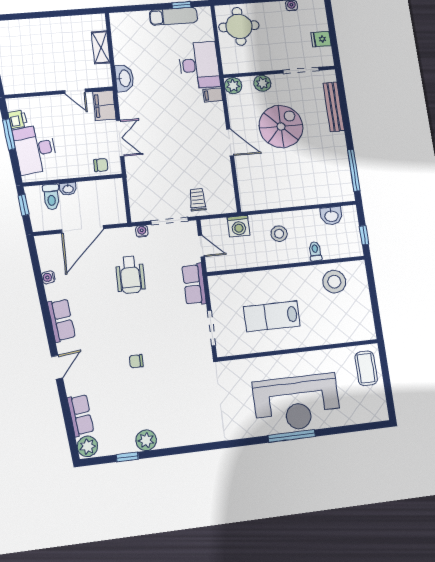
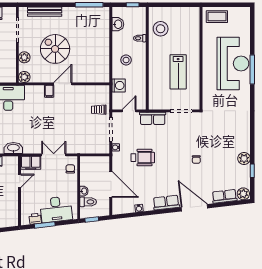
filing cabinet: (213, 95) -> (49, 91), moved
door: (57, 367) -> (194, 208), width x1.87

